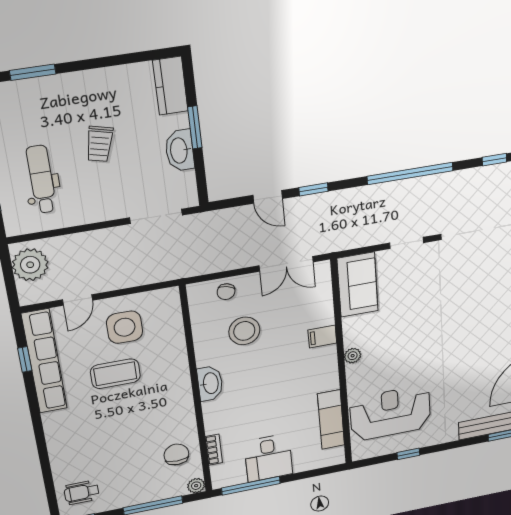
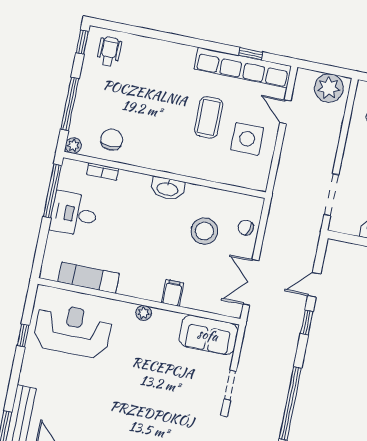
reception desk: (390, 413) -> (73, 330), turned -90
chair: (176, 454) -> (112, 140), turned -90

